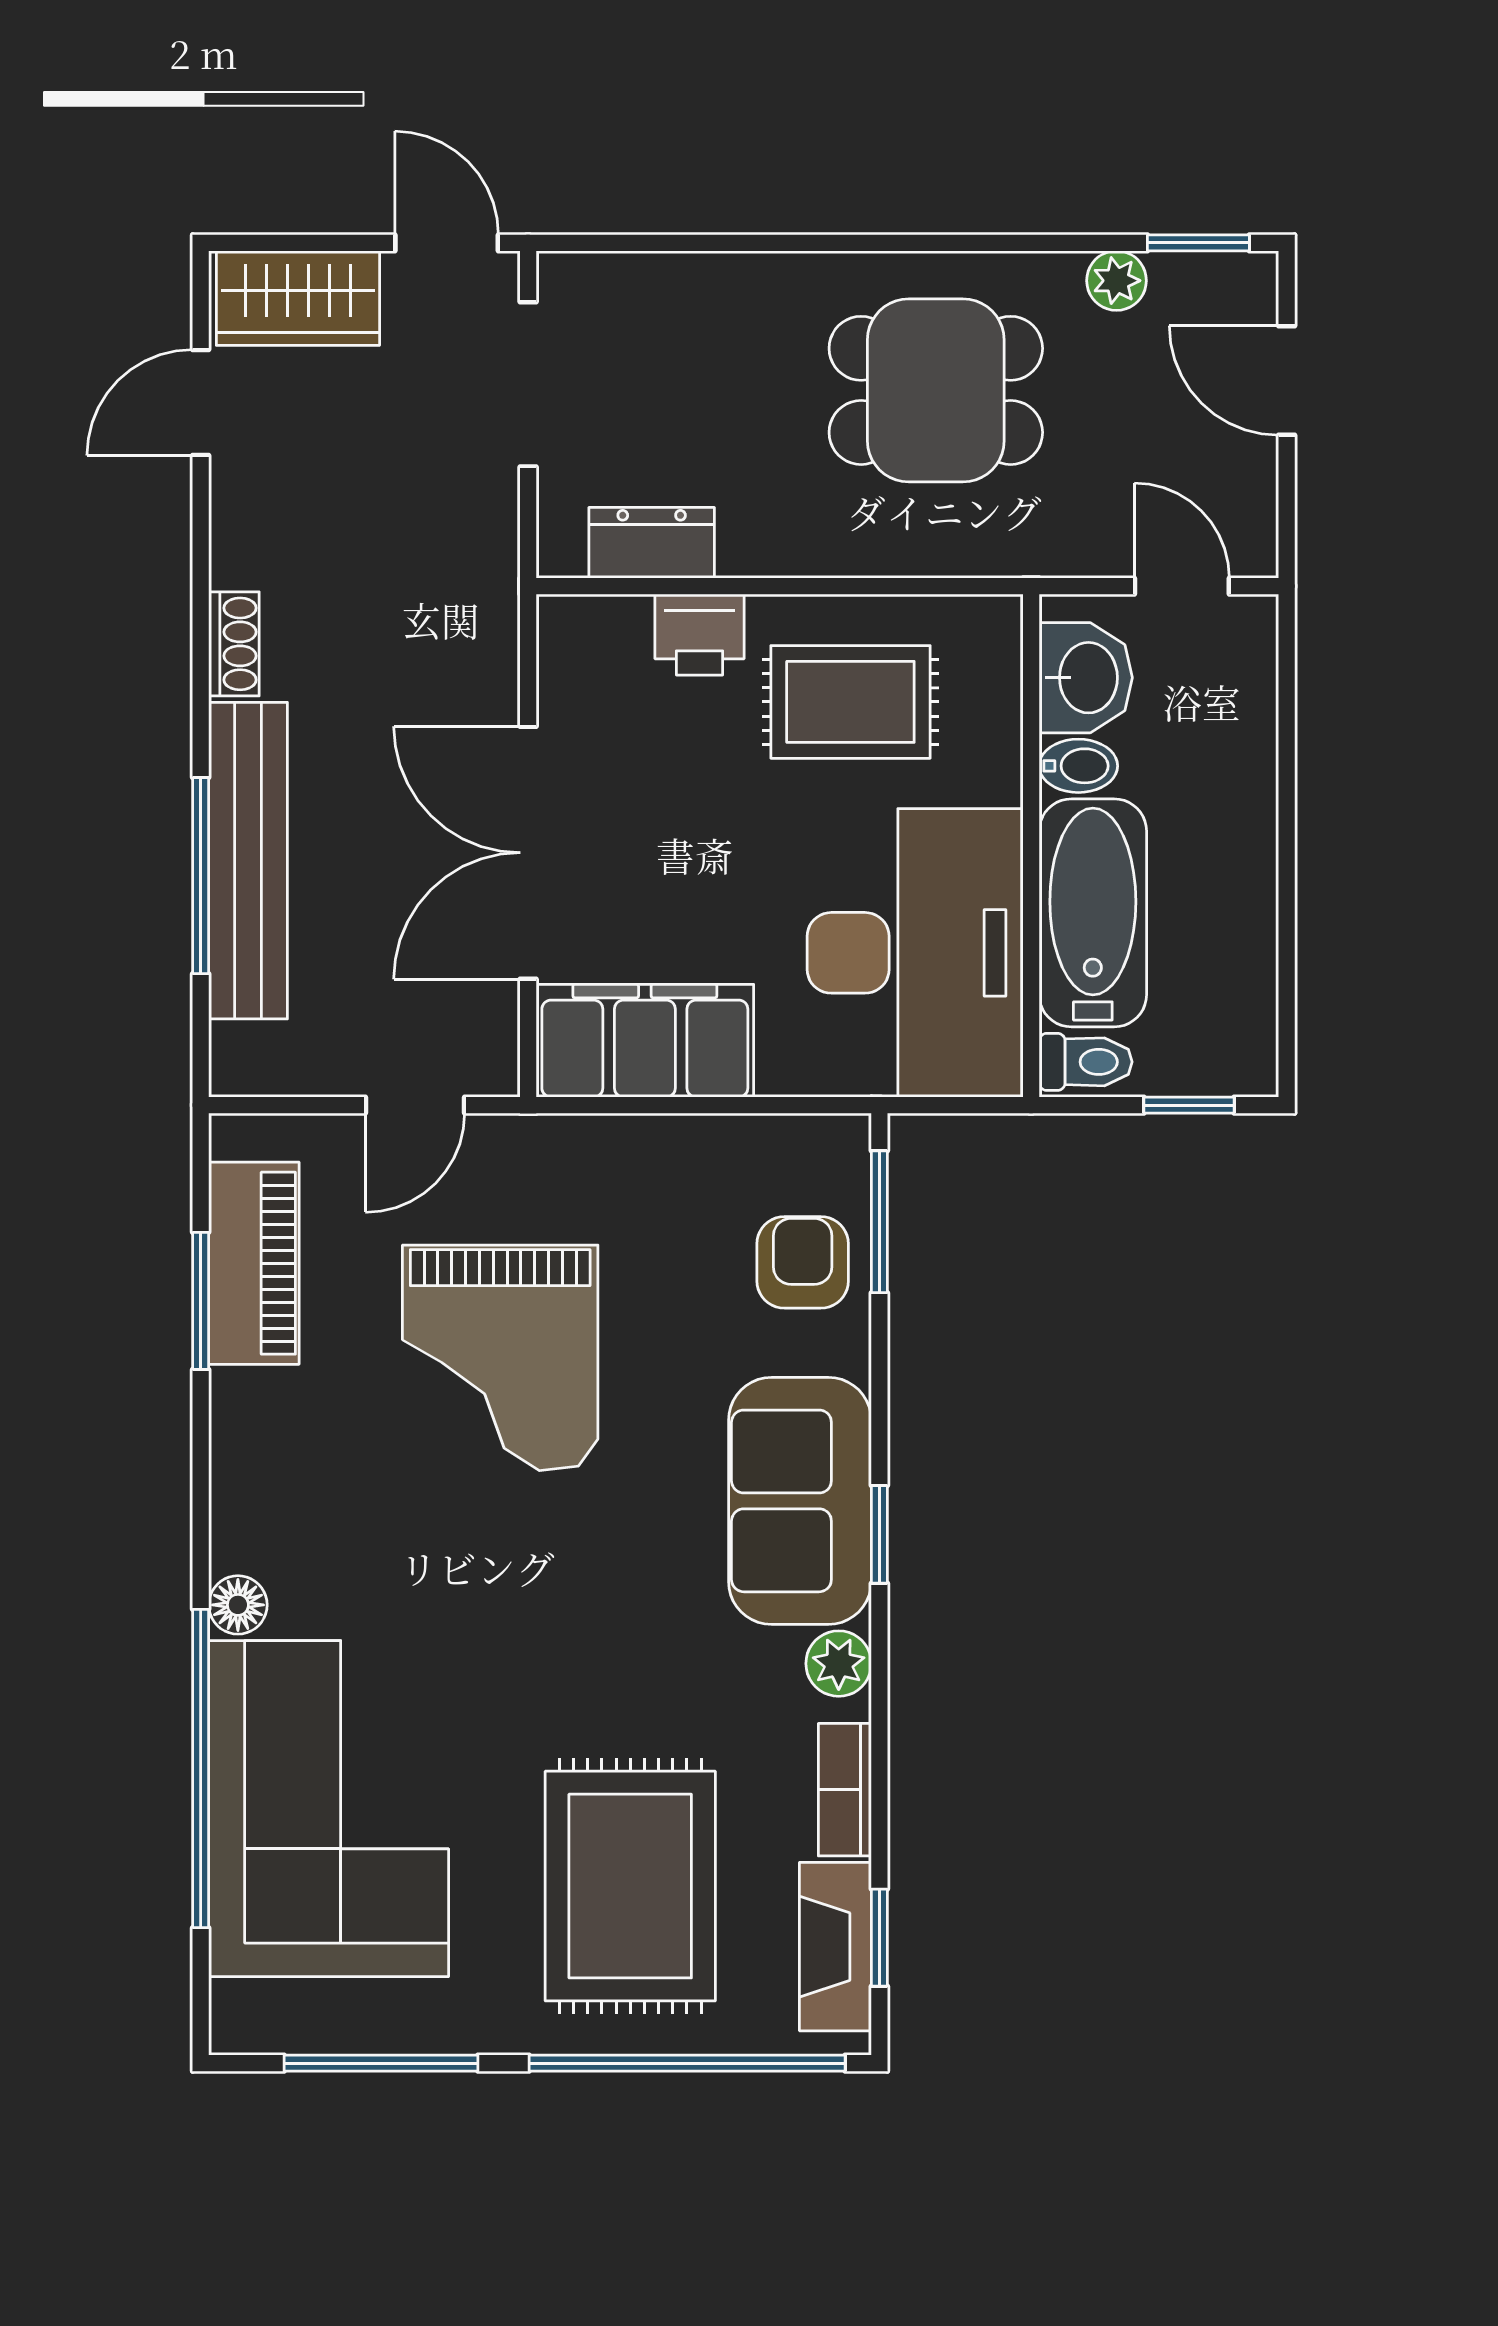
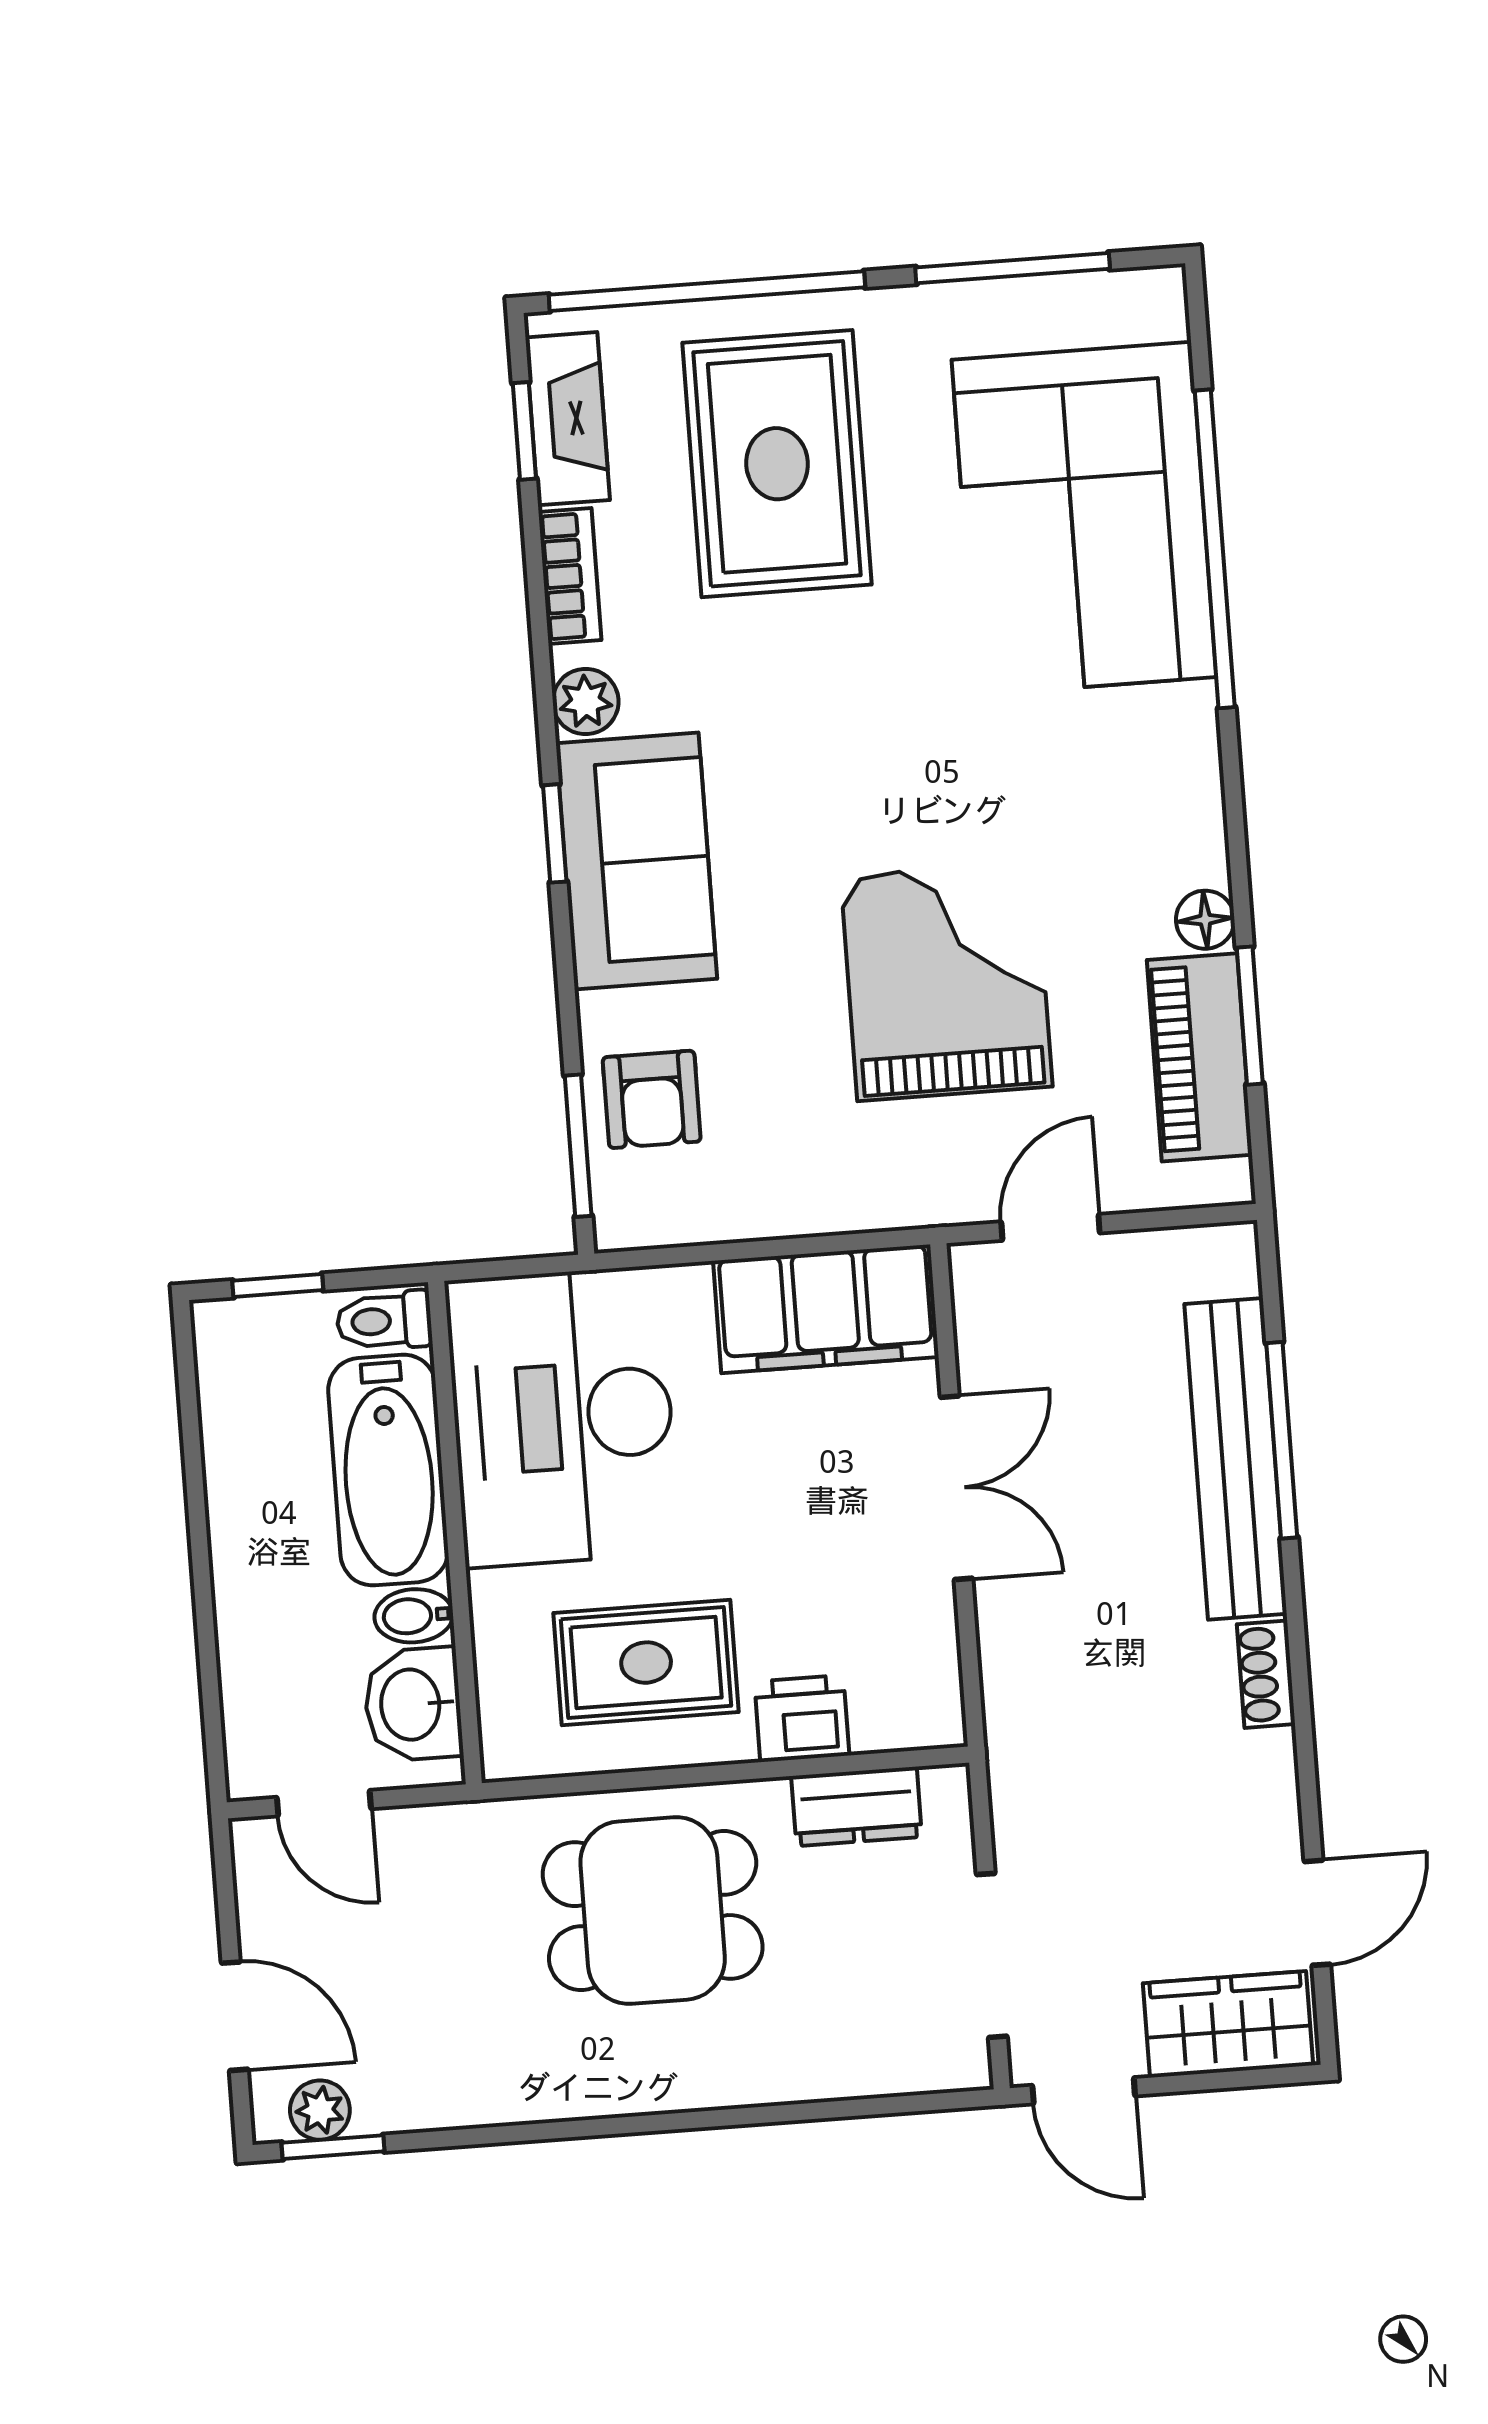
plant: (1116, 281) -> (320, 2110), moved
dining table: (936, 390) -> (653, 1911), moved
double door: (528, 853) -> (957, 1488), width x0.73
floor lamp: (238, 1605) -> (1205, 920), moved

